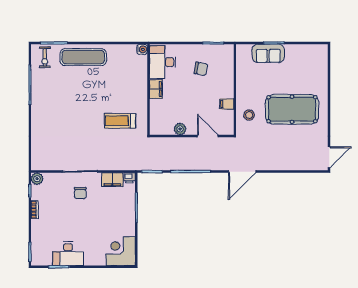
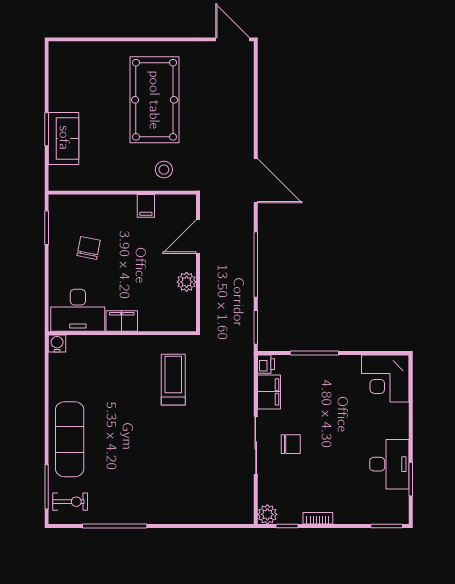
treadmill: (120, 121) -> (173, 380), turned 180

